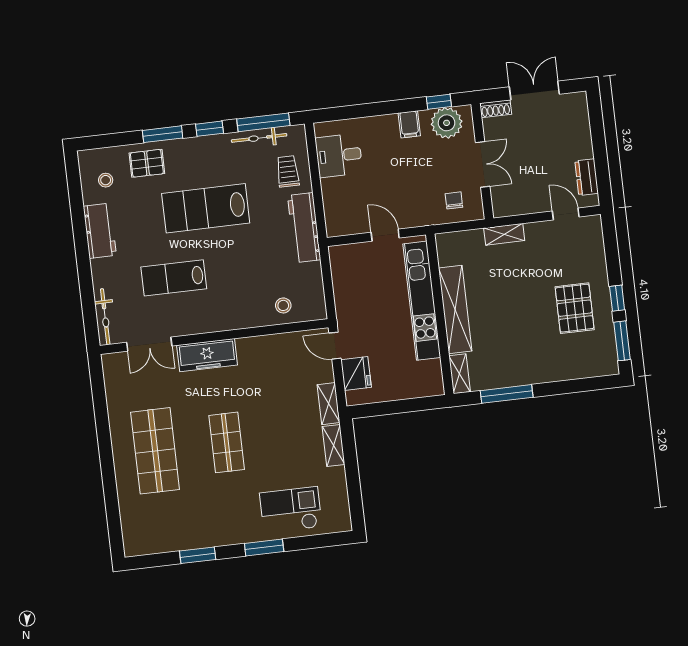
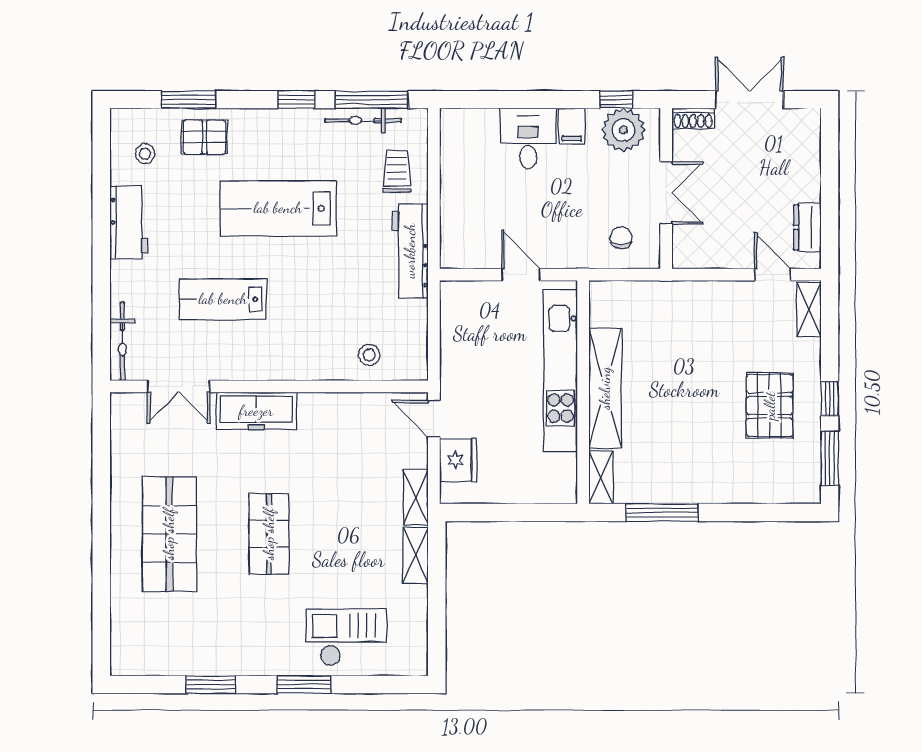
window: (163, 134) -> (188, 100), moved
desk: (339, 155) -> (528, 139), moved, turned 90
shelving: (504, 234) -> (809, 309), moved, turned 90

